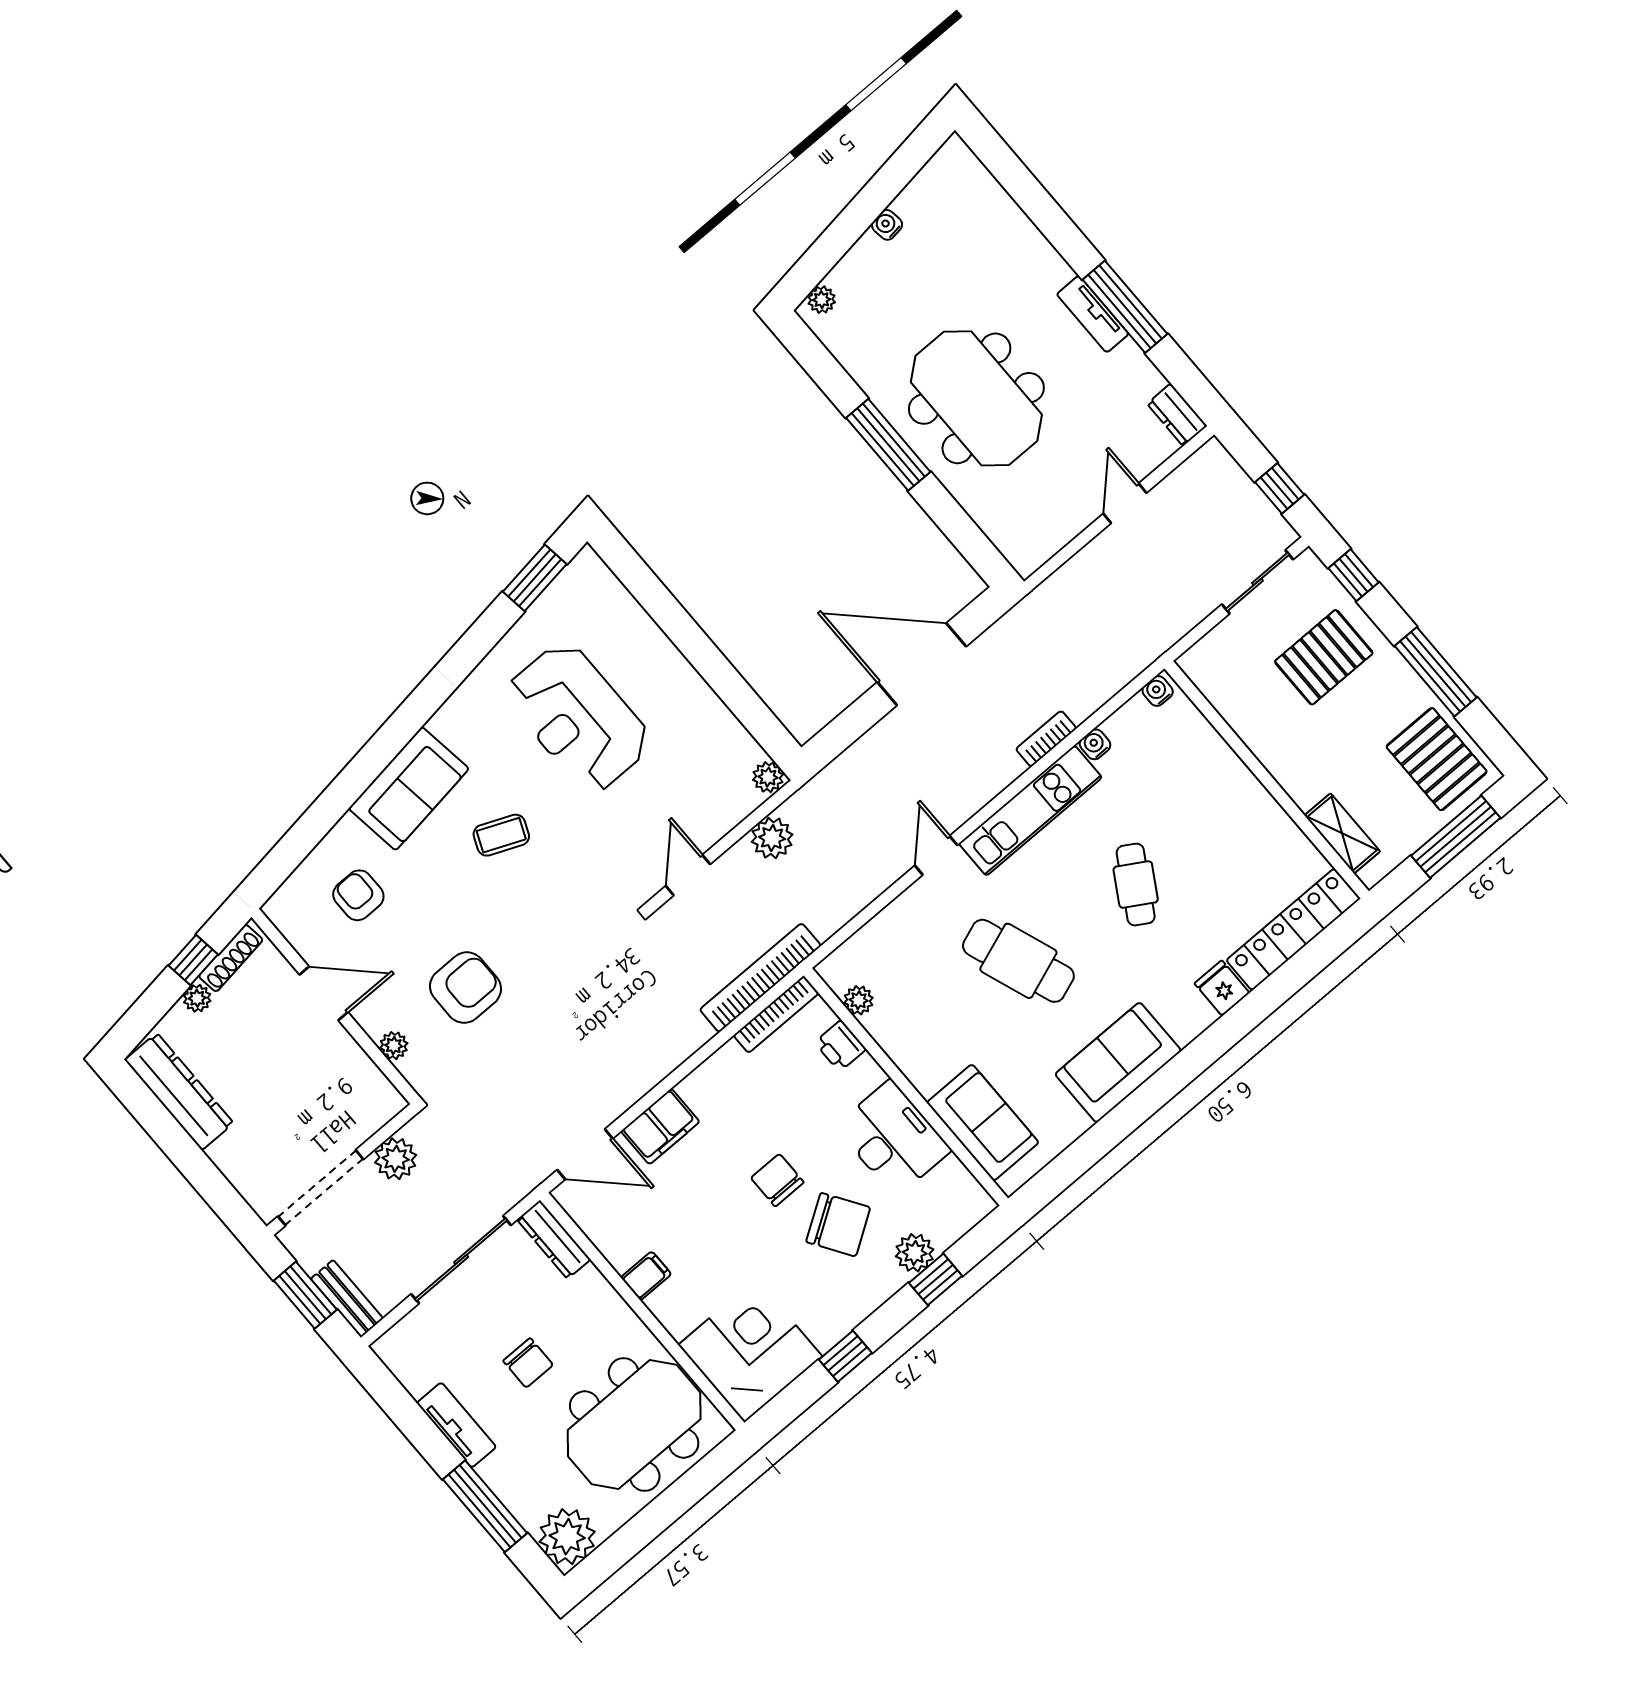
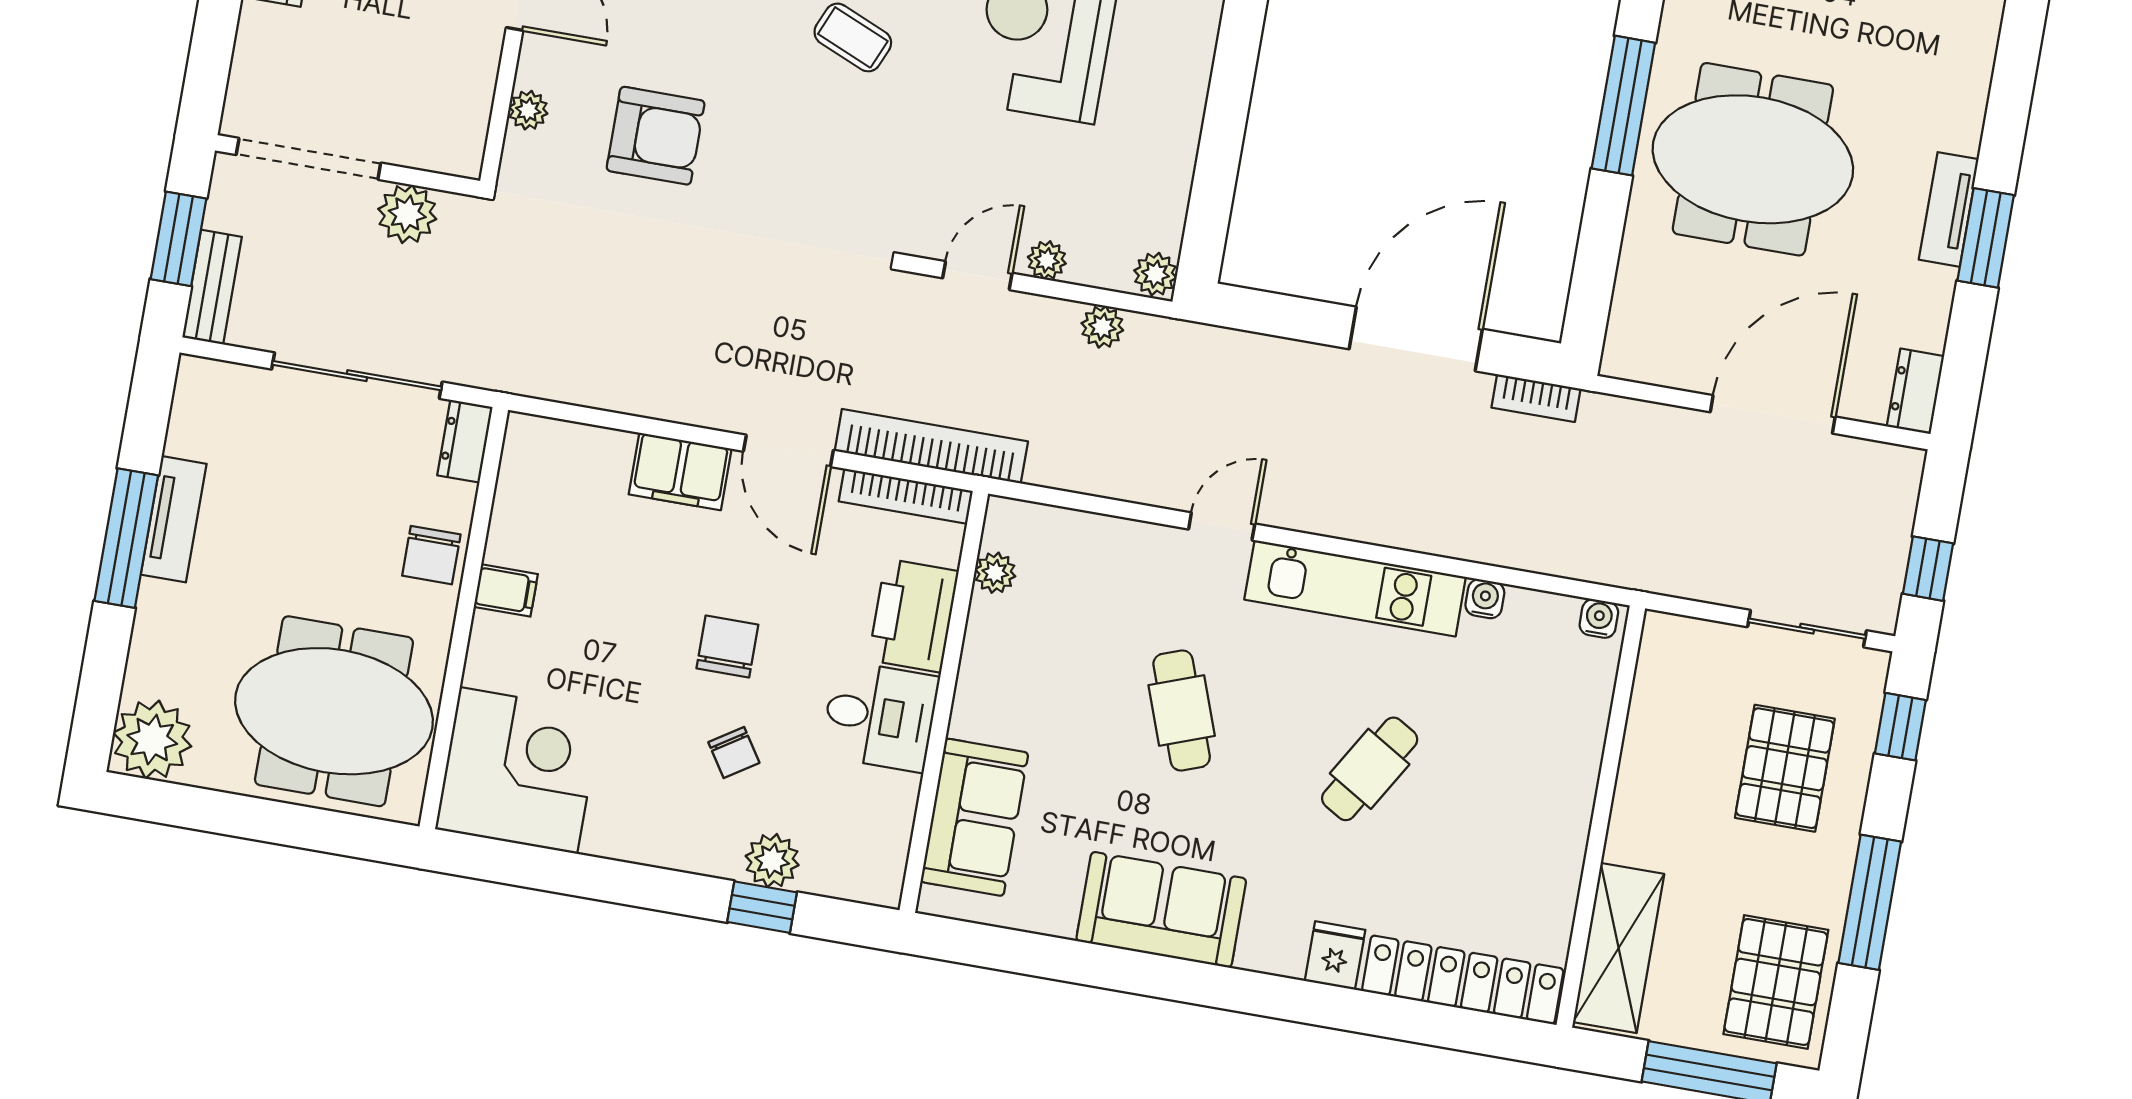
window: (1125, 307) -> (1986, 238), width x0.69
meeting table: (976, 398) -> (1753, 159), turned 90
door: (1125, 503) -> (1773, 414), width x1.87
pallet: (1324, 657) -> (1785, 768), turned 90
door: (922, 664) -> (1416, 339), hinge flipped
bookcase: (1046, 739) -> (1536, 398), moved, turned 180
plant: (711, 830) -> (1047, 260), added
shelving: (1342, 833) -> (1619, 948), width x1.50, depth x1.33
plant: (772, 838) -> (1102, 327), width x0.73, depth x0.73
cafe table: (1018, 961) -> (1182, 710), width x0.73, depth x0.74
printer: (840, 1046) -> (913, 616), width x1.87, depth x1.48
desk: (893, 1138) -> (880, 716), width x0.73
door: (585, 1154) -> (788, 451), moved
chair: (838, 1225) -> (734, 753), width x0.54, depth x0.54
dresser: (554, 1239) -> (465, 441), width x0.70
window: (845, 1356) -> (598, 879), removed
chair: (528, 1363) -> (431, 555), moved
window: (485, 1506) -> (126, 538), moved

